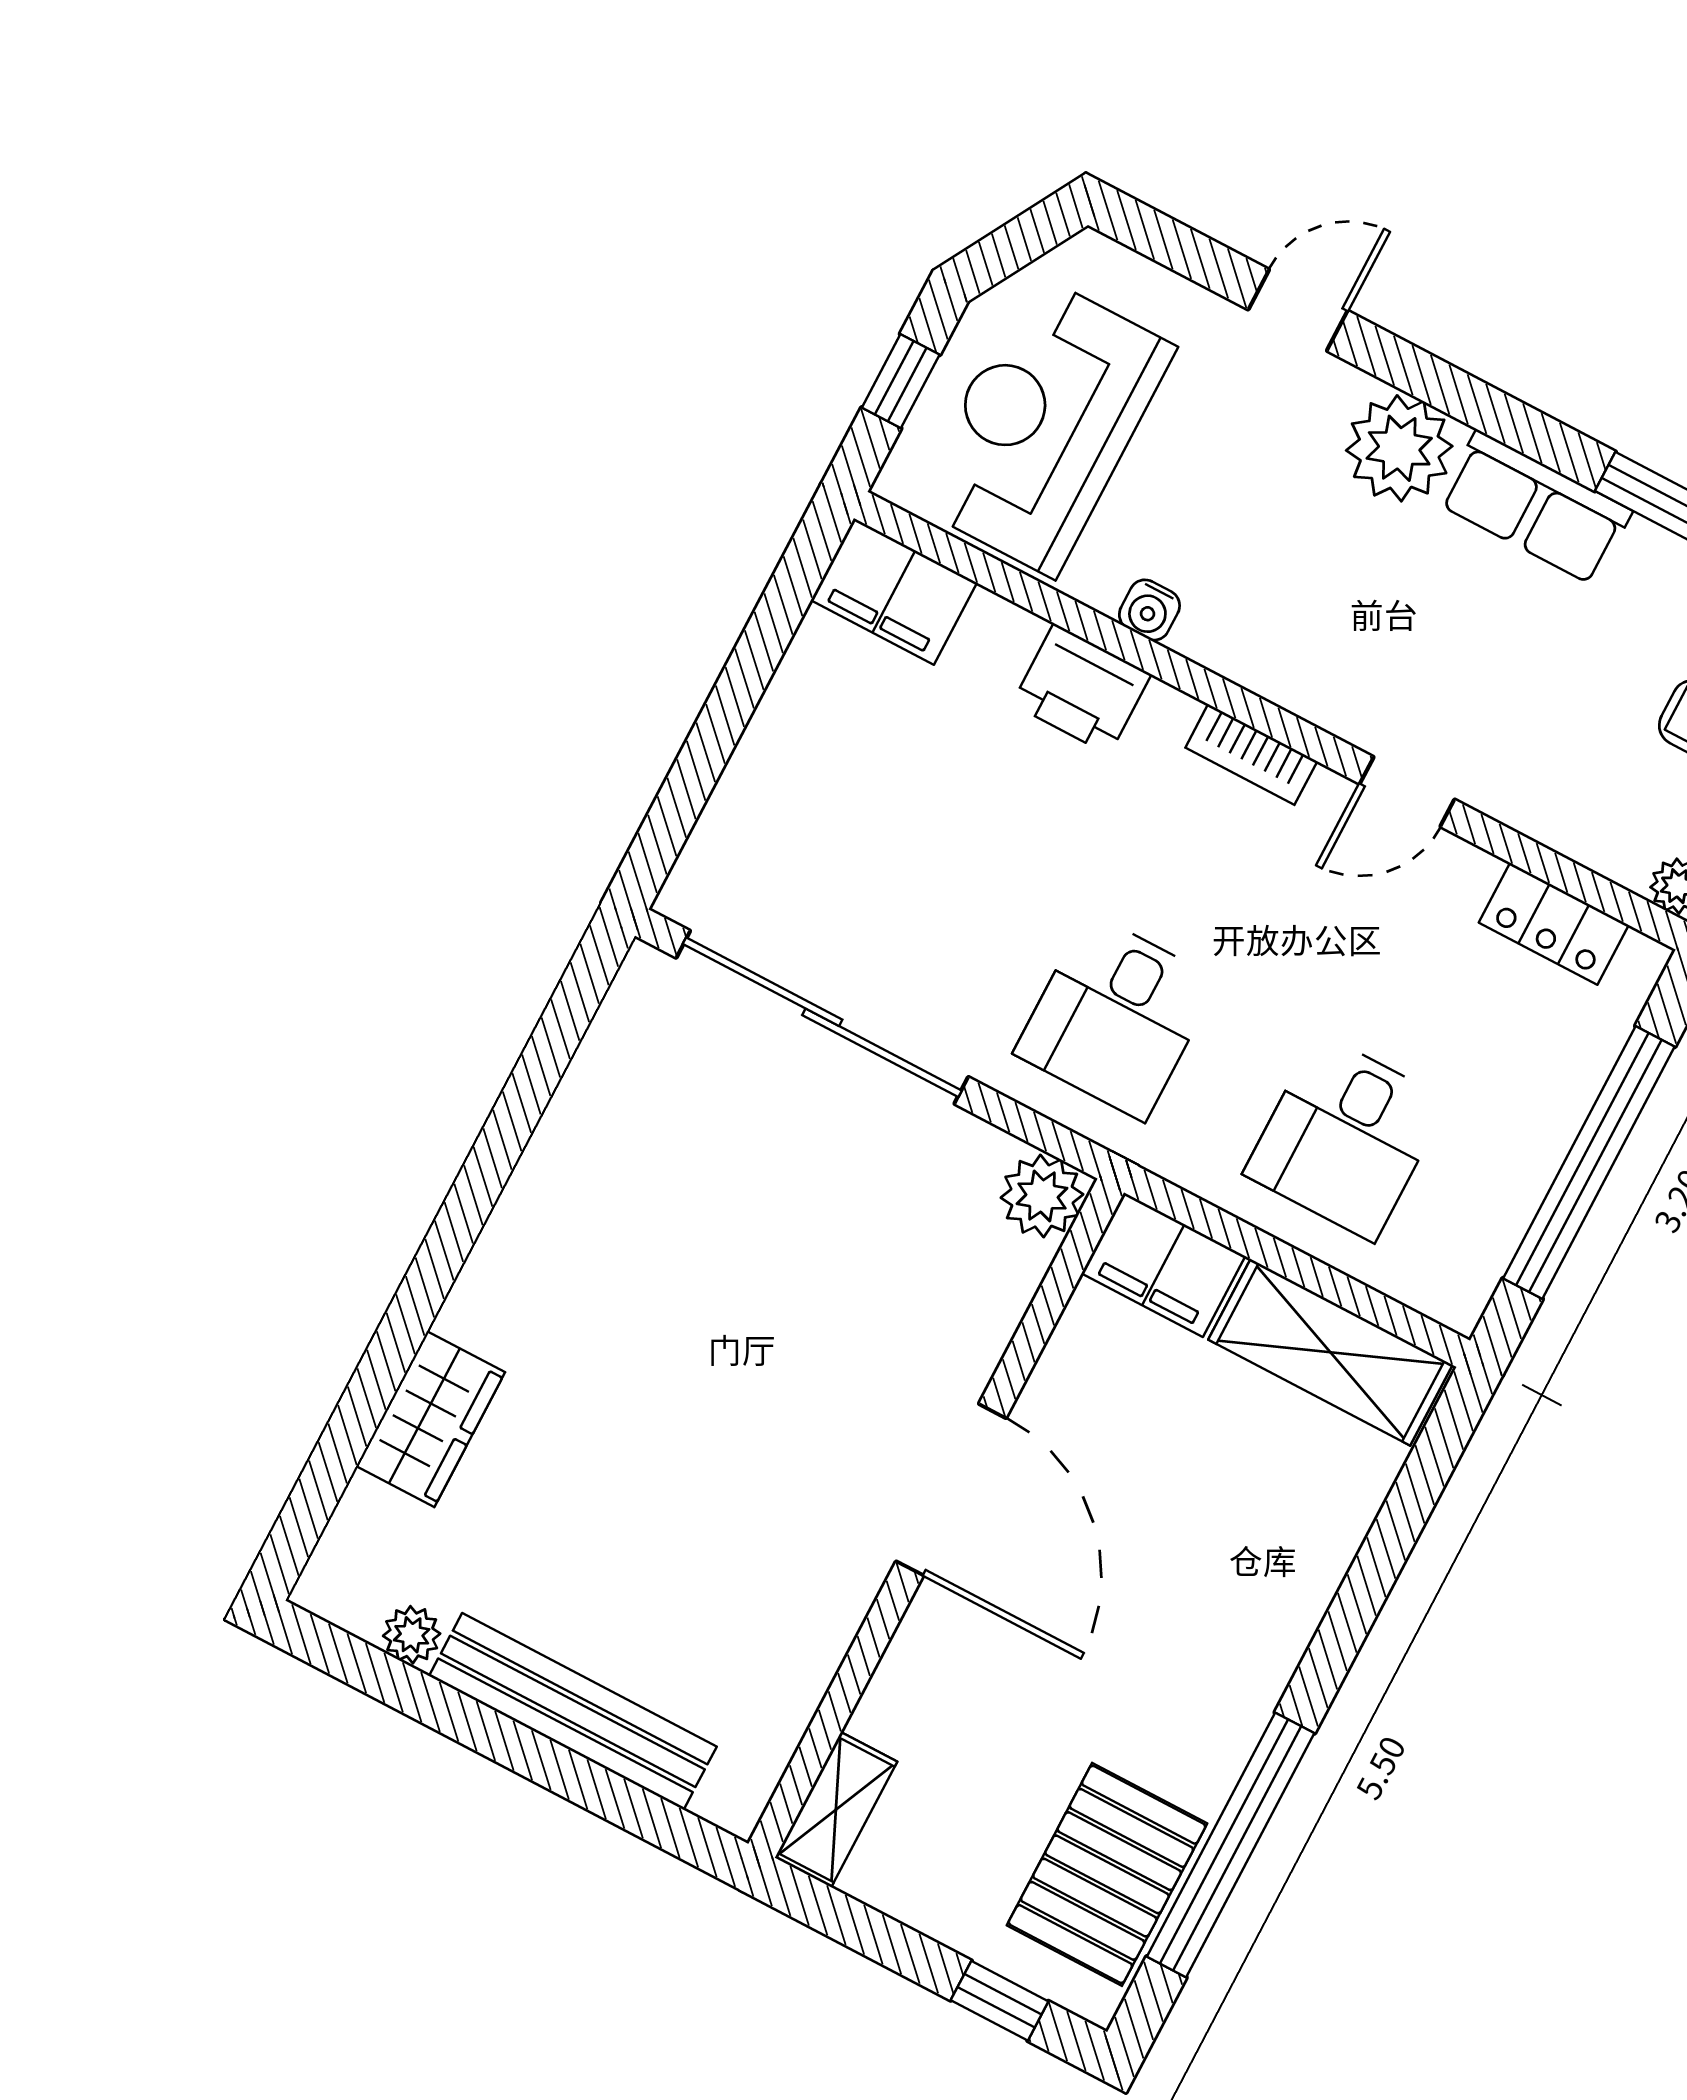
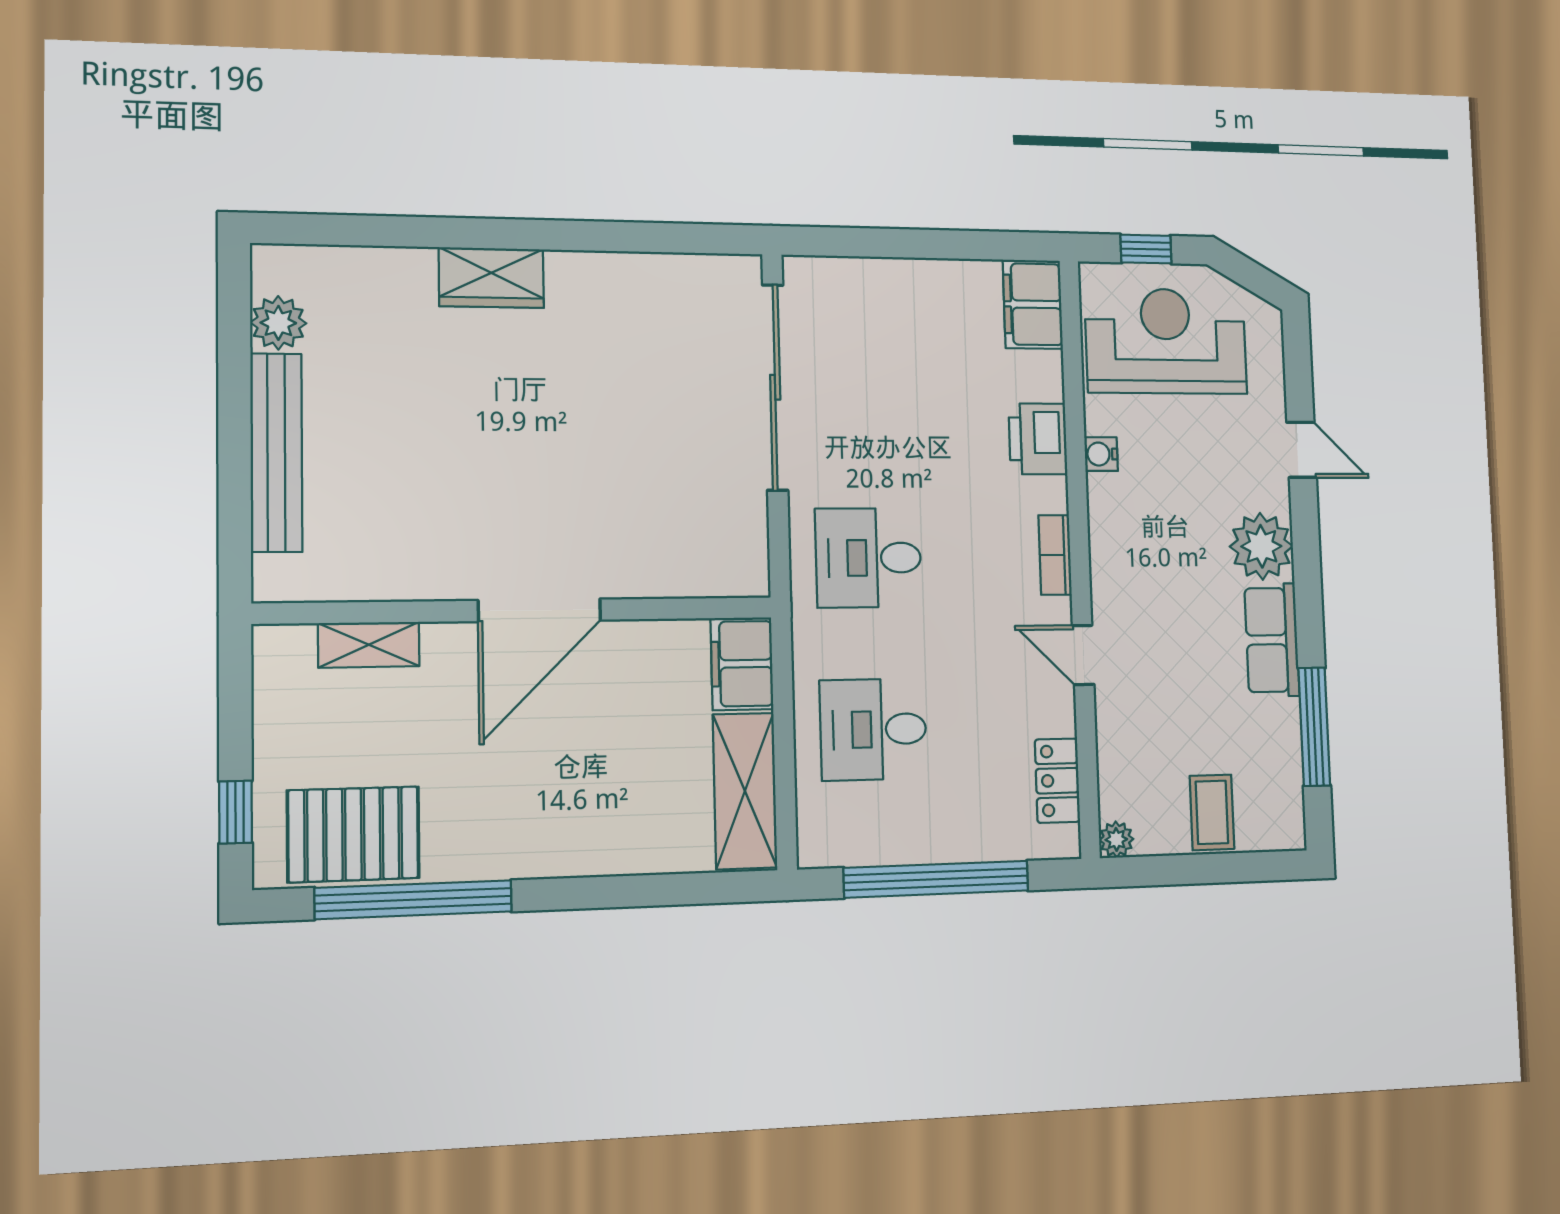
plant: (1042, 1196) -> (743, 570), removed
wardrobe: (431, 1419) -> (491, 278), moved
plant: (412, 1635) -> (278, 323), width x1.38, depth x1.38
shelving: (836, 1810) -> (369, 645), moved

